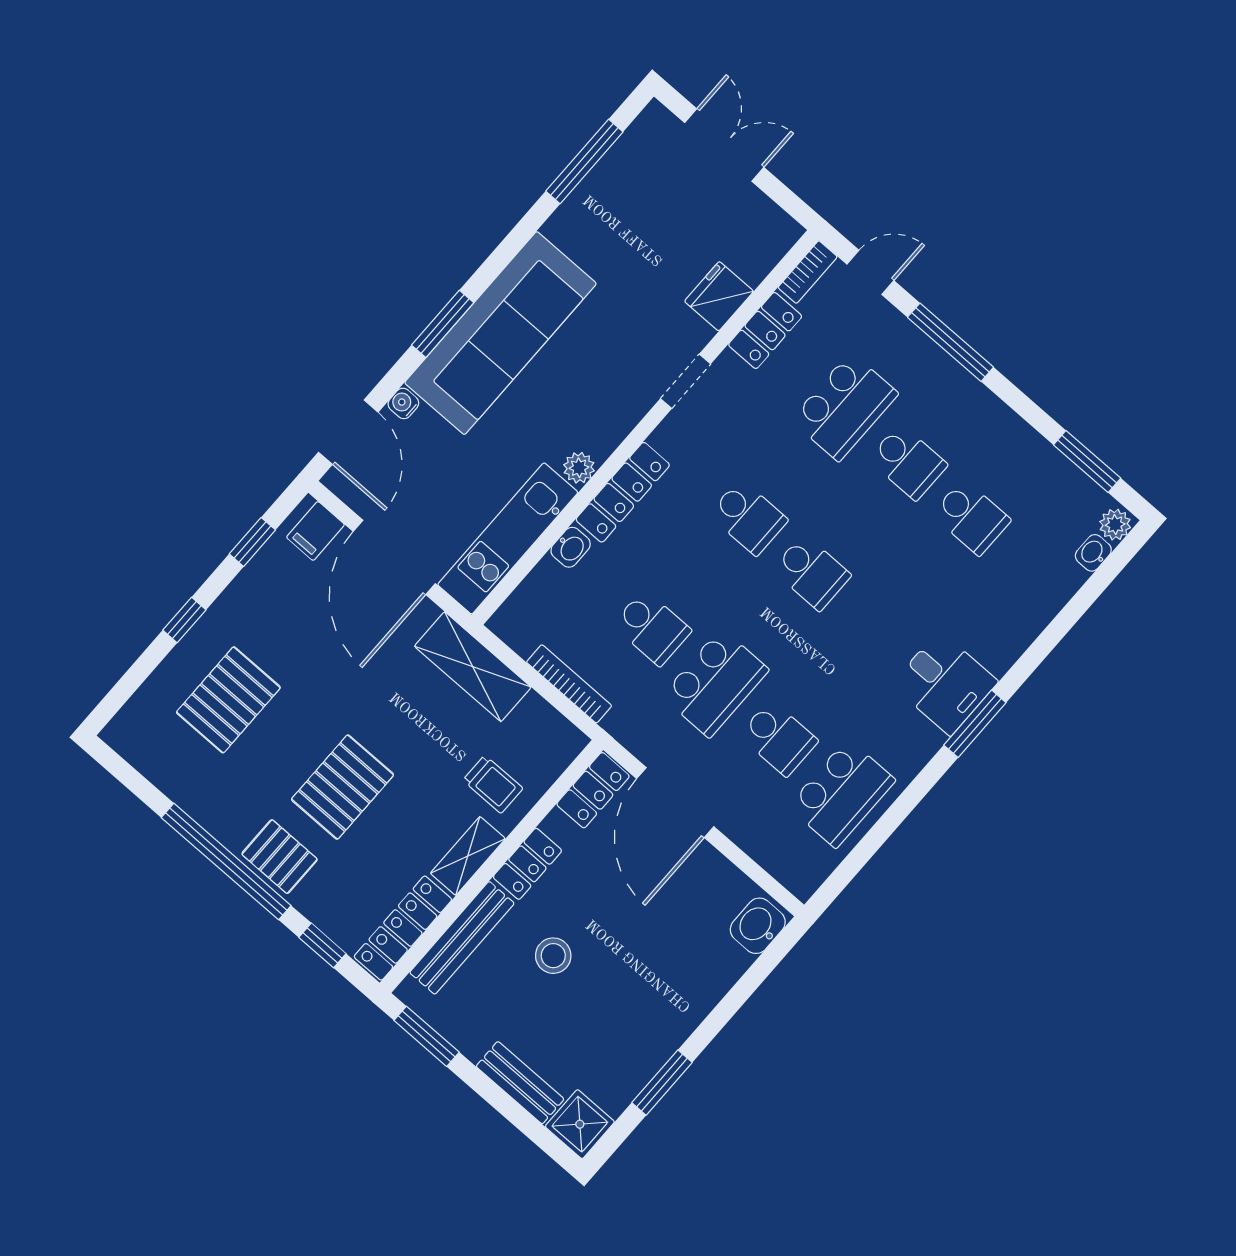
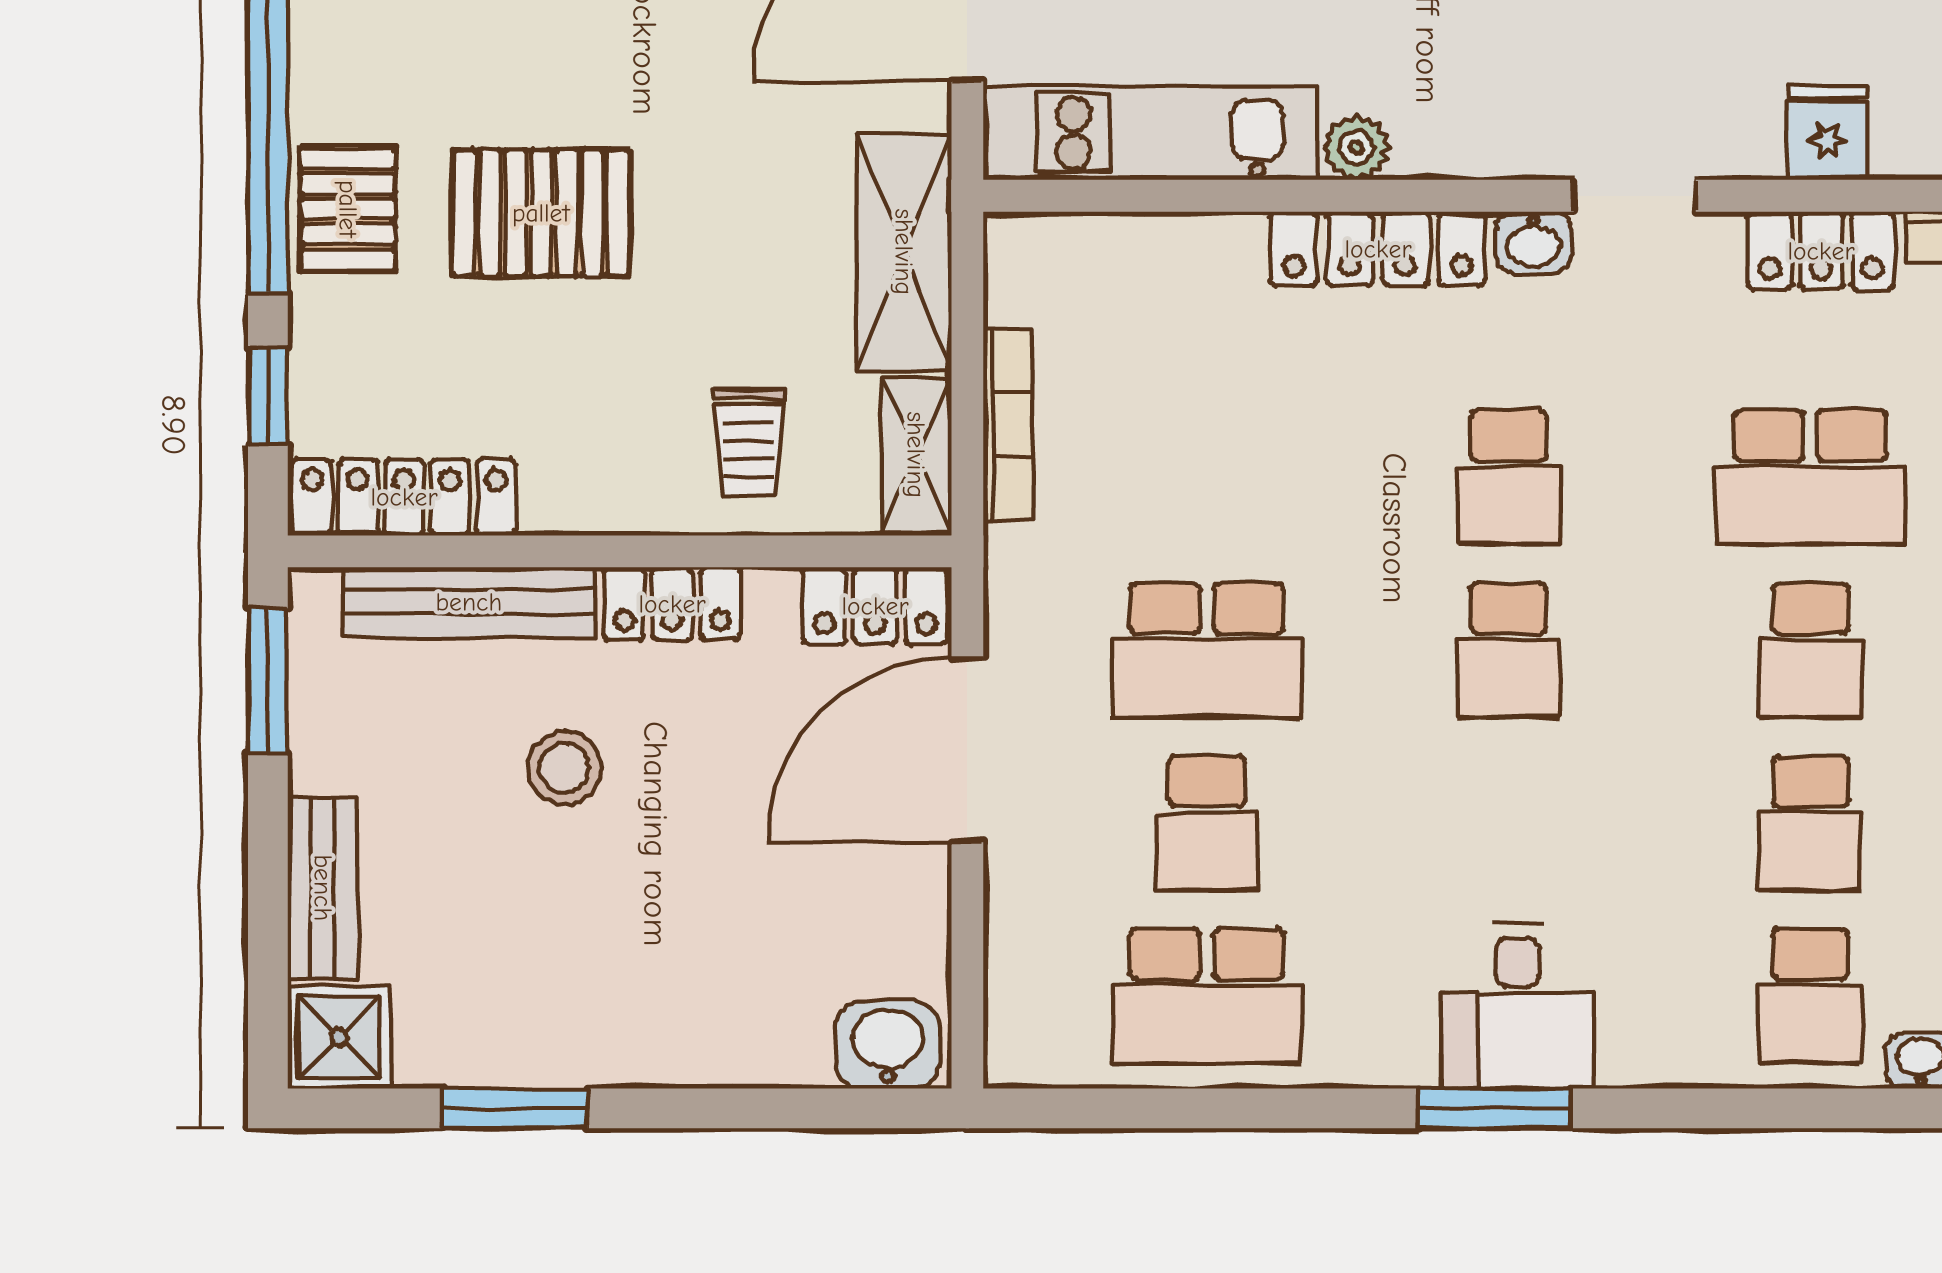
fridge: (719, 296) -> (1827, 133), width x0.72
washbasin: (571, 547) -> (1533, 242), moved
school desk: (652, 628) -> (1810, 996), moved
shelving: (468, 856) -> (916, 455), moved, turned 90

